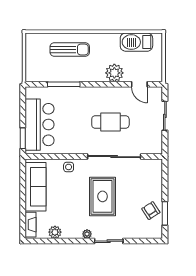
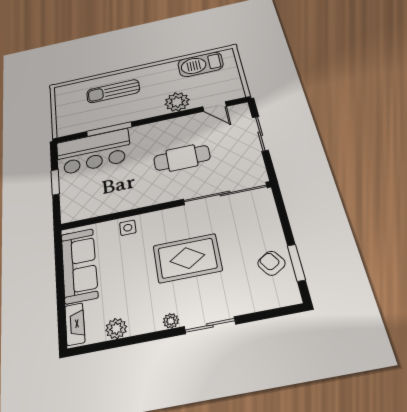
sun lounger: (70, 50) -> (113, 91), turned 180
bar counter: (40, 125) -> (93, 152), moved, turned 90
window: (23, 138) -> (55, 182), moved
sliding door: (114, 157) -> (225, 194), moved
rug: (103, 196) -> (187, 258), turned 90

